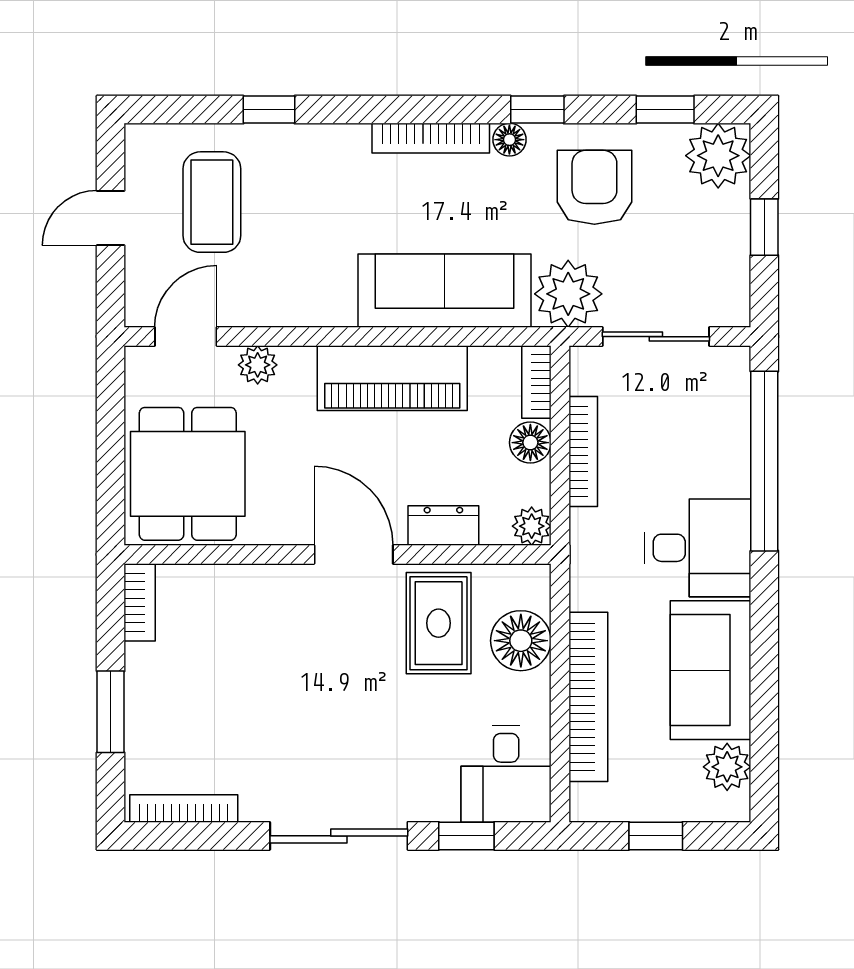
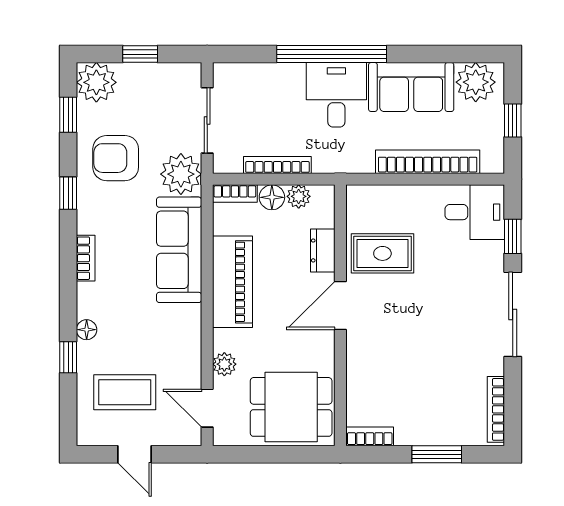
bookcase: (431, 138) -> (86, 258), width x0.64
floor lamp: (509, 140) -> (87, 330), moved
window: (764, 461) -> (332, 54), moved
plant: (532, 526) -> (299, 196), moved
floor lamp: (521, 641) -> (393, 203), removed
plant: (727, 767) -> (476, 82), width x1.36, depth x1.36

